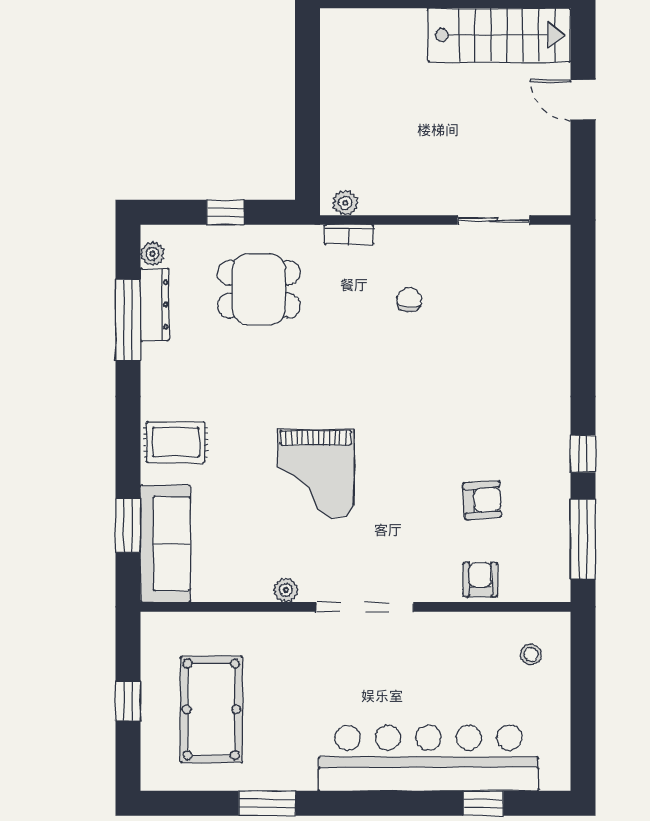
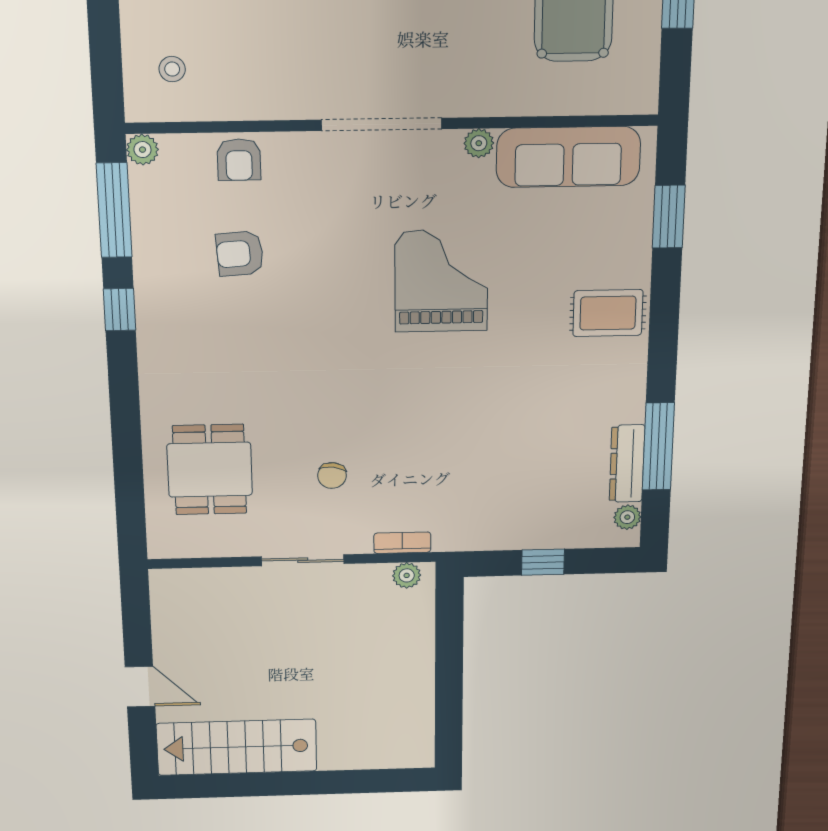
sliding door: (494, 220) -> (303, 560), moved
dining table: (259, 289) -> (210, 470), moved, turned 90
sofa: (165, 544) -> (568, 157), moved, turned -90
plant: (558, 589) -> (142, 150), added

